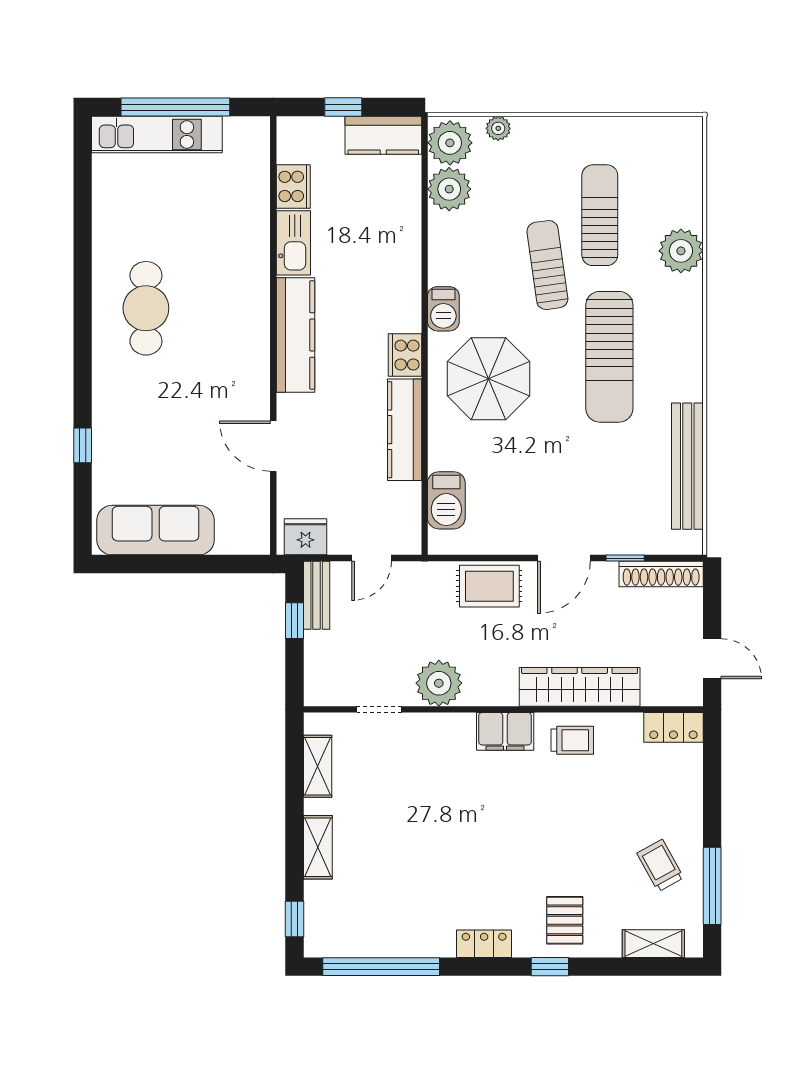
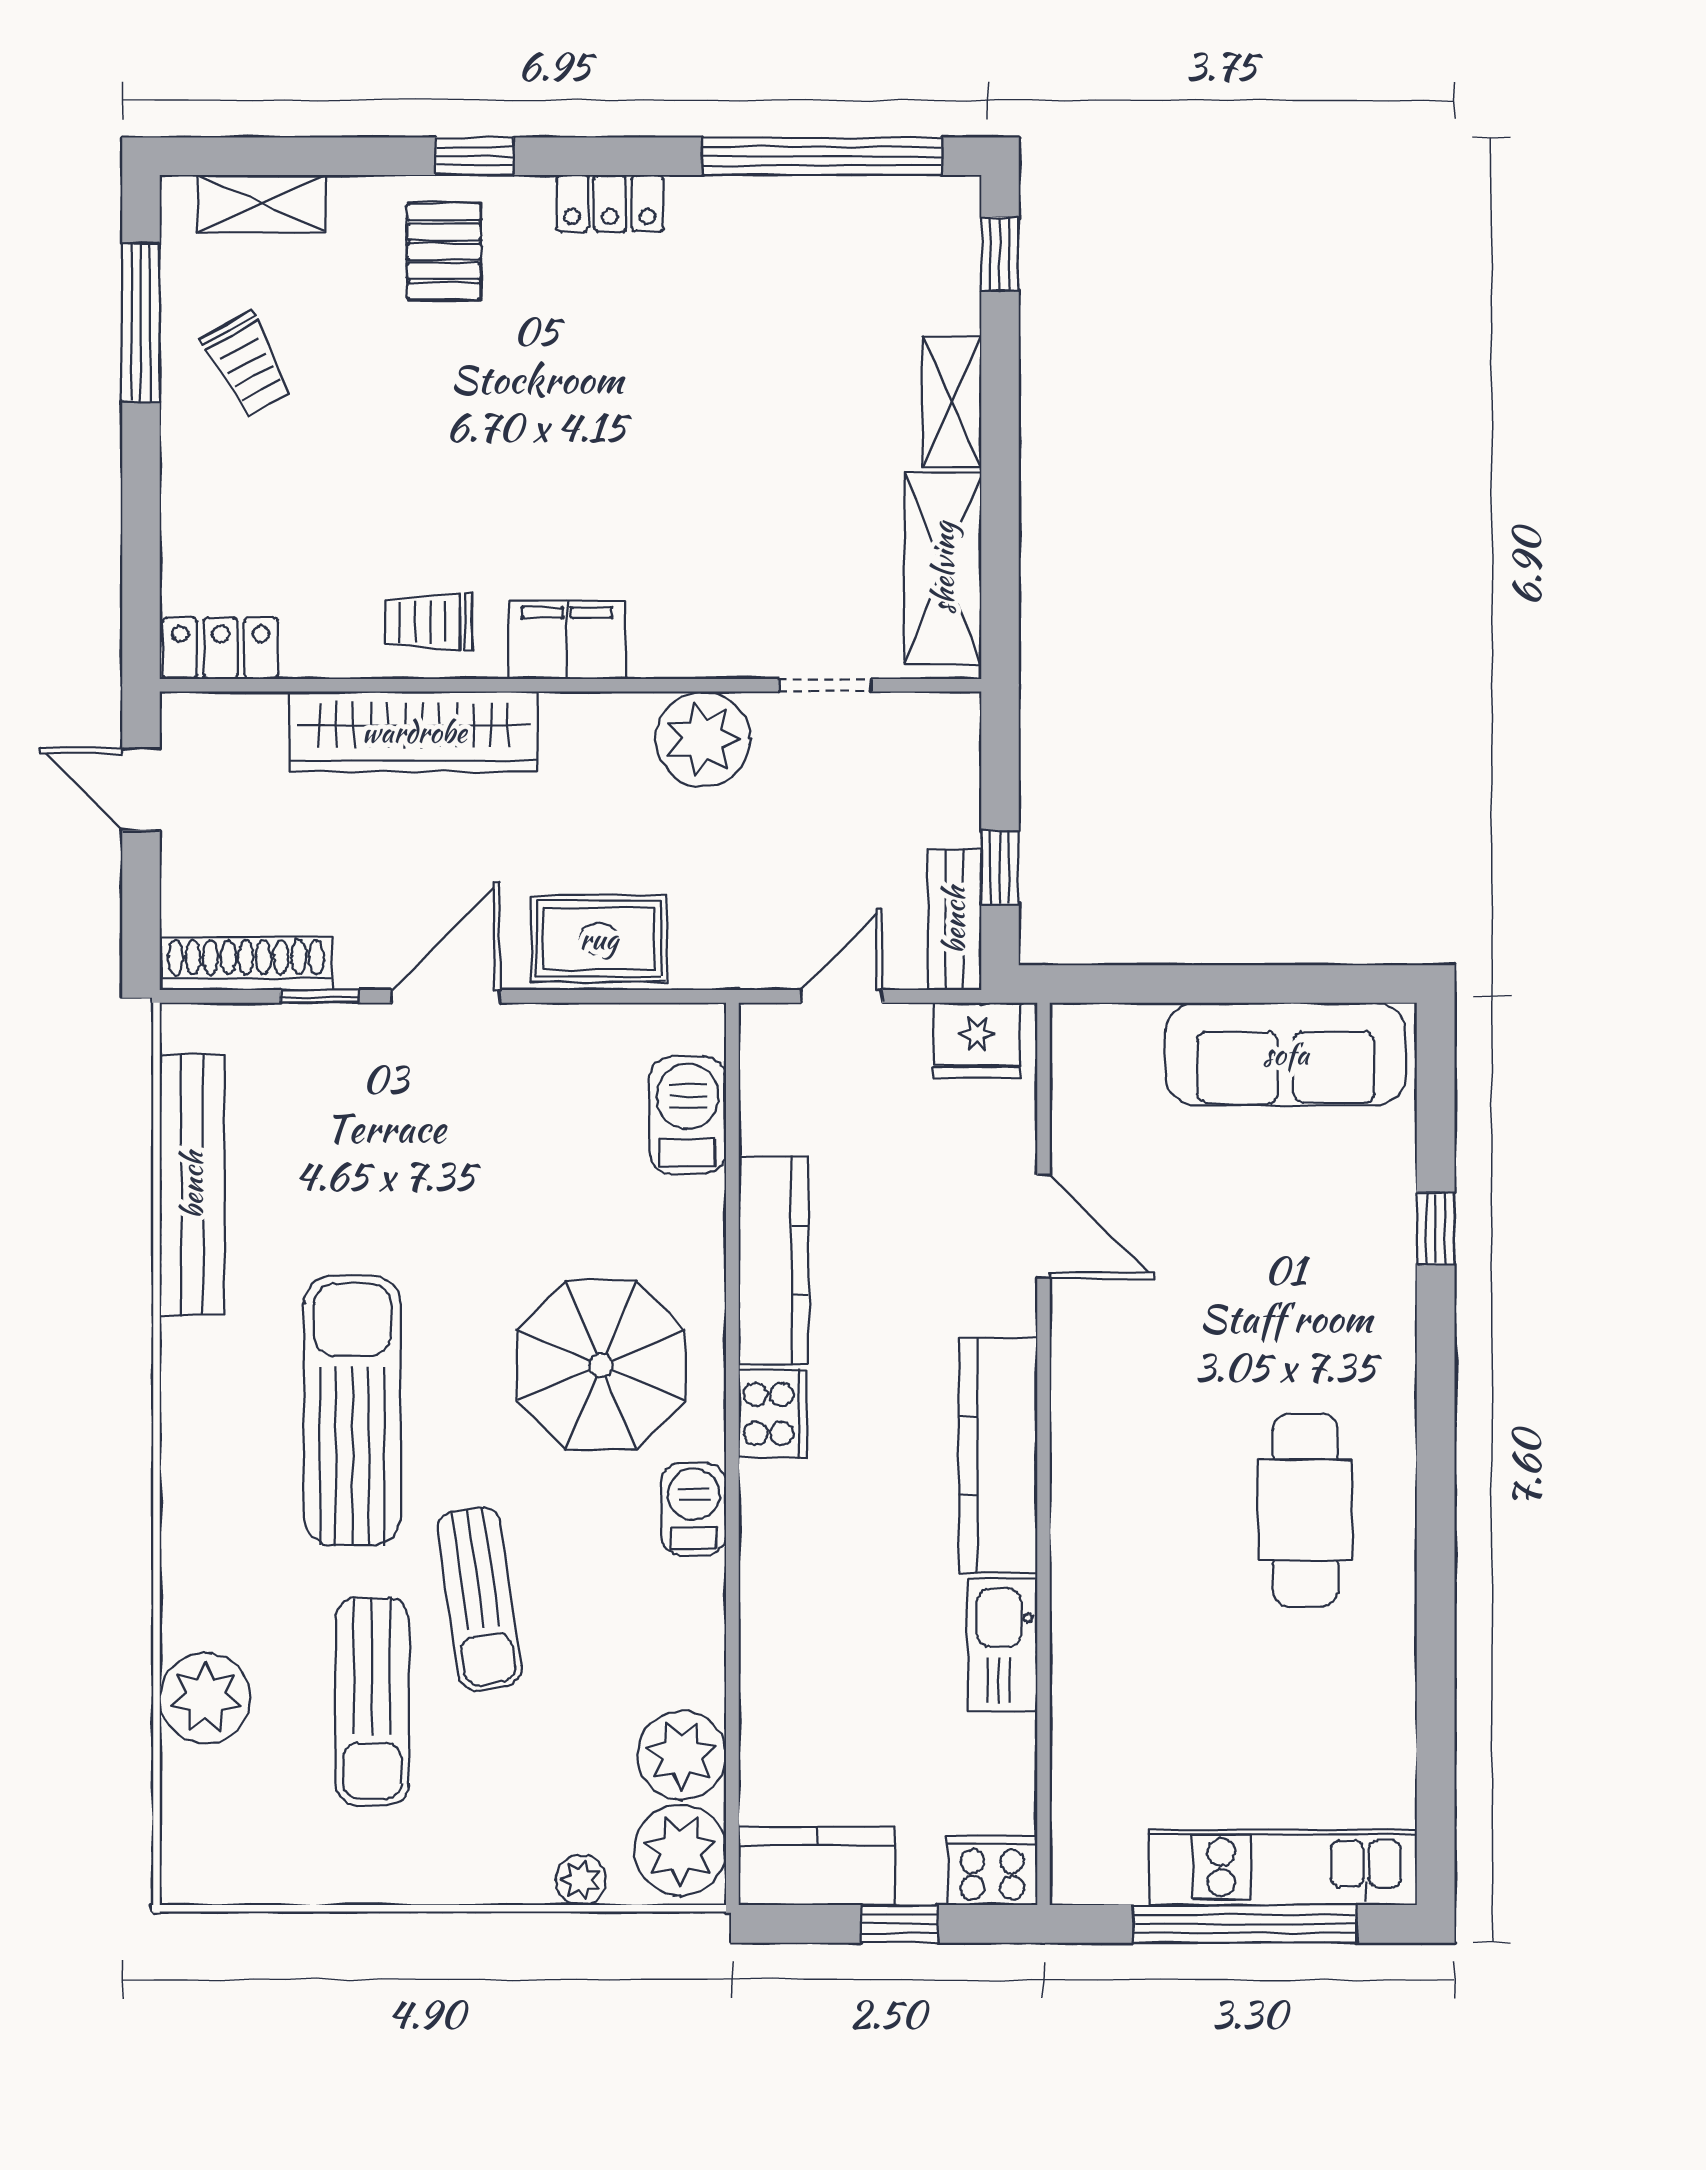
cooker: (293, 186) -> (992, 1870), moved, turned 90
plant: (681, 251) -> (205, 1698), moved
shelving: (318, 766) -> (943, 568), width x1.50, depth x1.33

